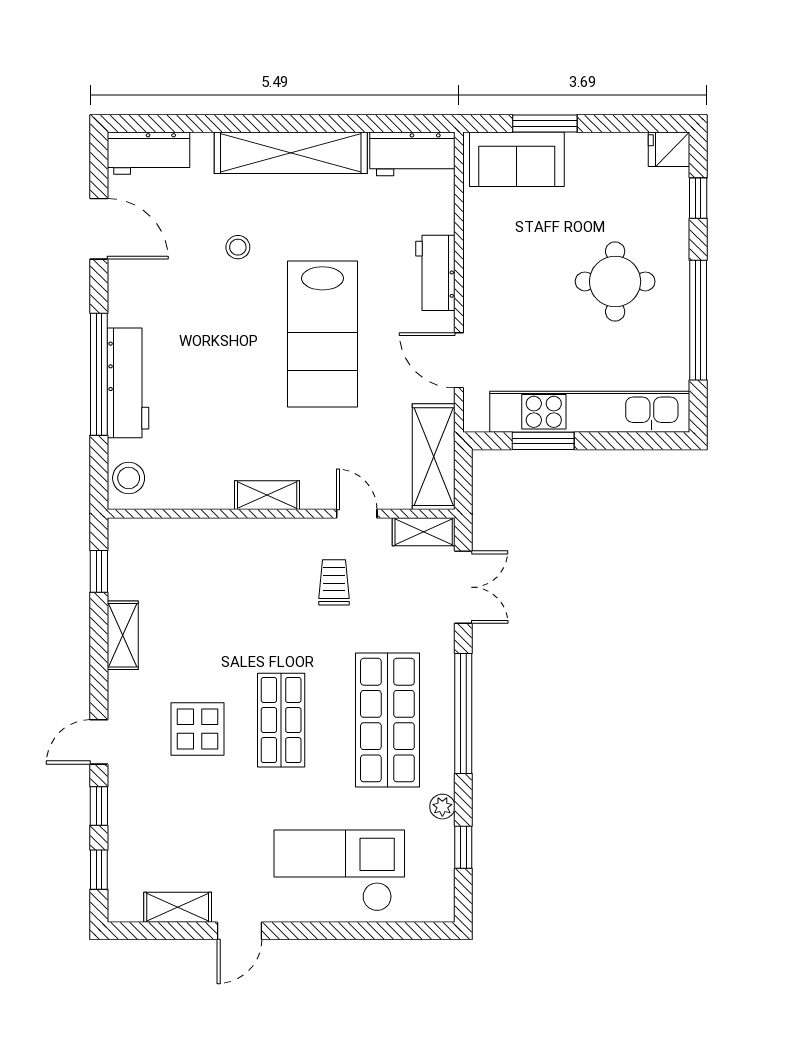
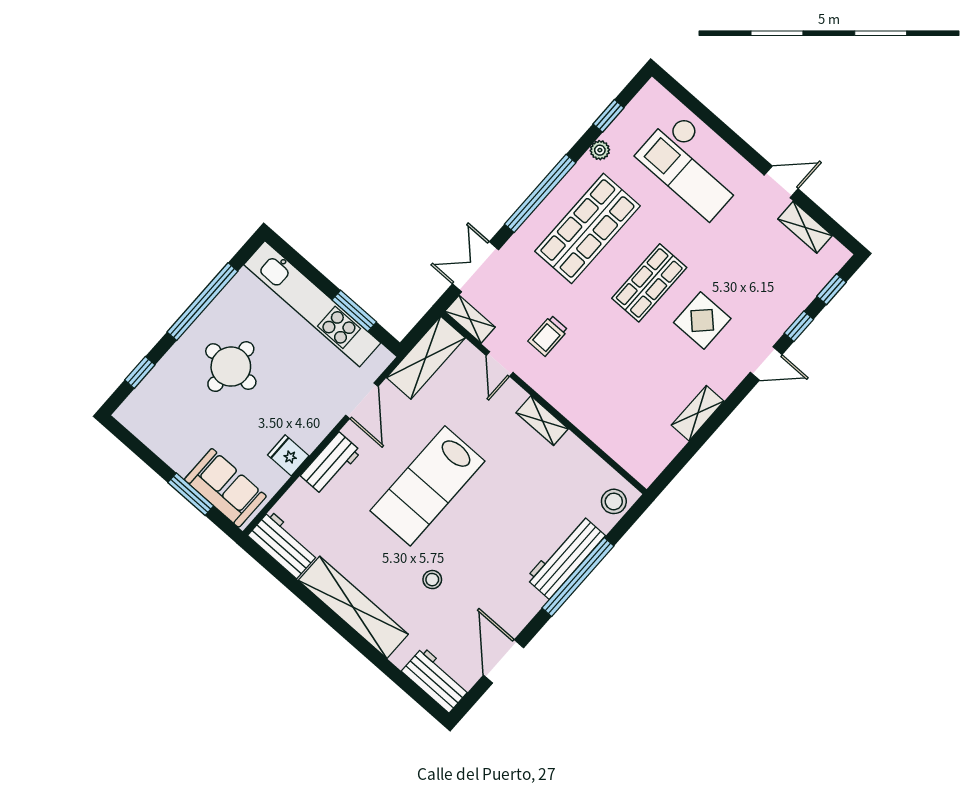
fridge: (669, 149) -> (288, 455), moved, turned 180
lab bench: (322, 334) -> (428, 486), turned 180
window: (99, 571) -> (679, 462), removed

